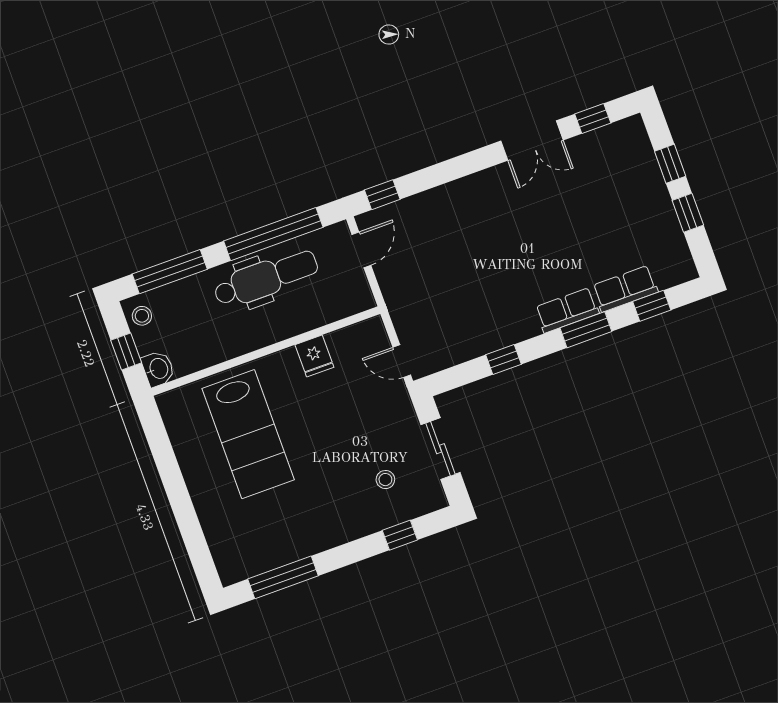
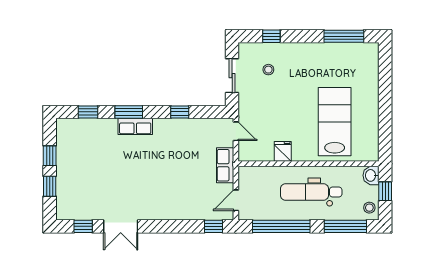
double door: (532, 140) -> (121, 226), swing flipped
dental chair: (266, 278) -> (311, 192), moved
row of seats: (625, 289) -> (225, 165), moved, turned 90

